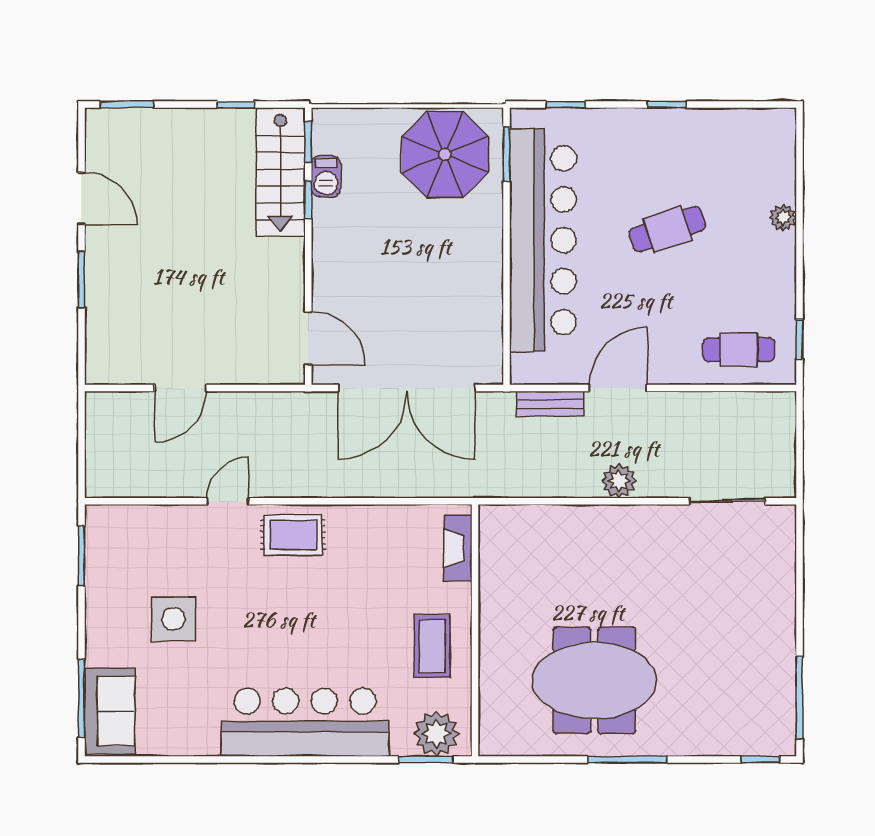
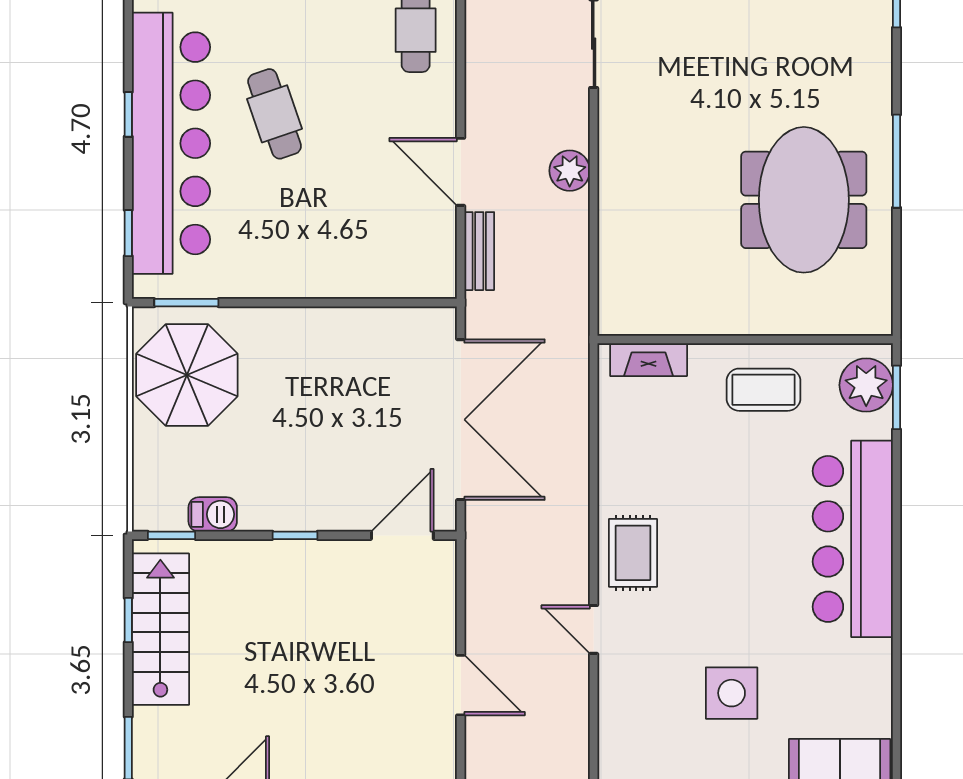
stairs: (281, 172) -> (160, 629), moved, turned -90
window: (308, 199) -> (295, 535), moved
bar counter: (543, 240) -> (171, 143), moved, turned 90

